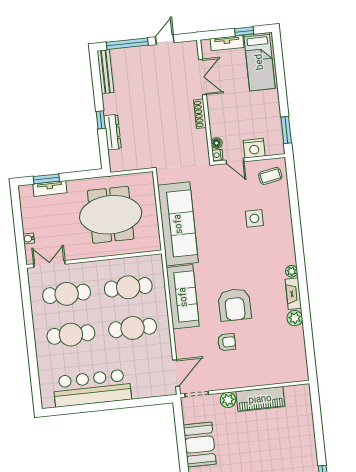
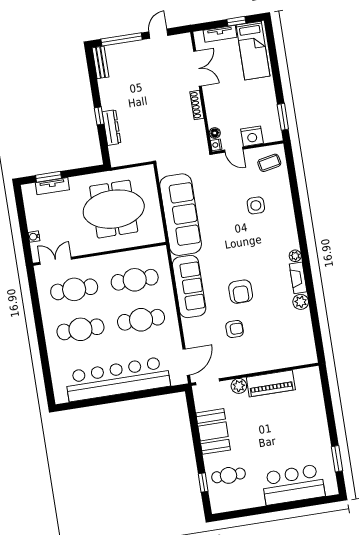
bench: (105, 72) -> (100, 62), width x0.73
armchair: (235, 305) -> (241, 292), width x0.73, depth x0.73
bar counter: (92, 388) -> (118, 379), width x1.36

